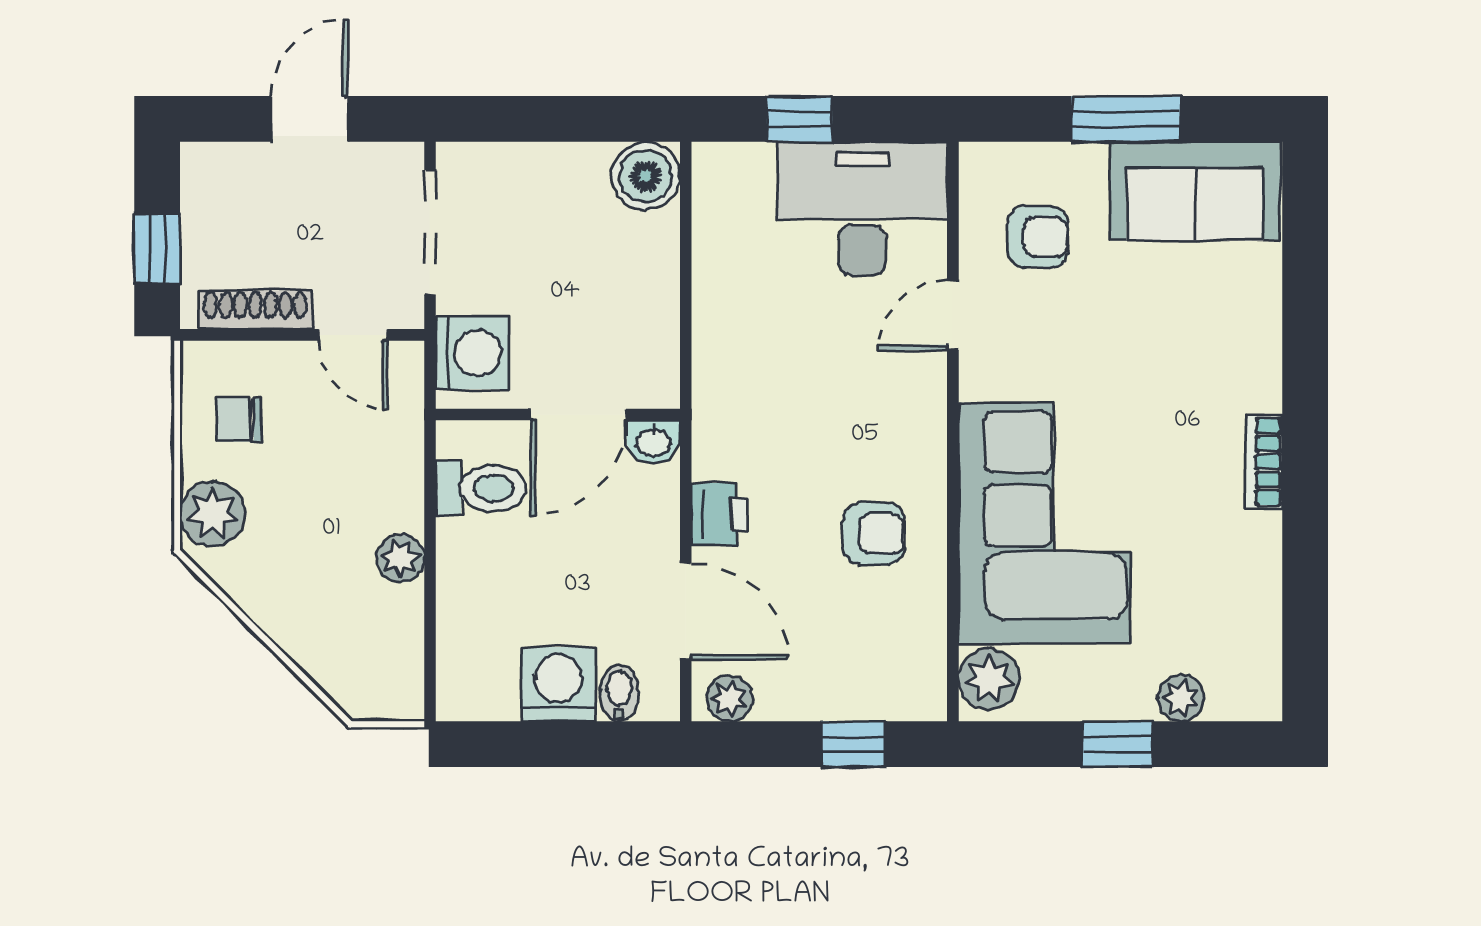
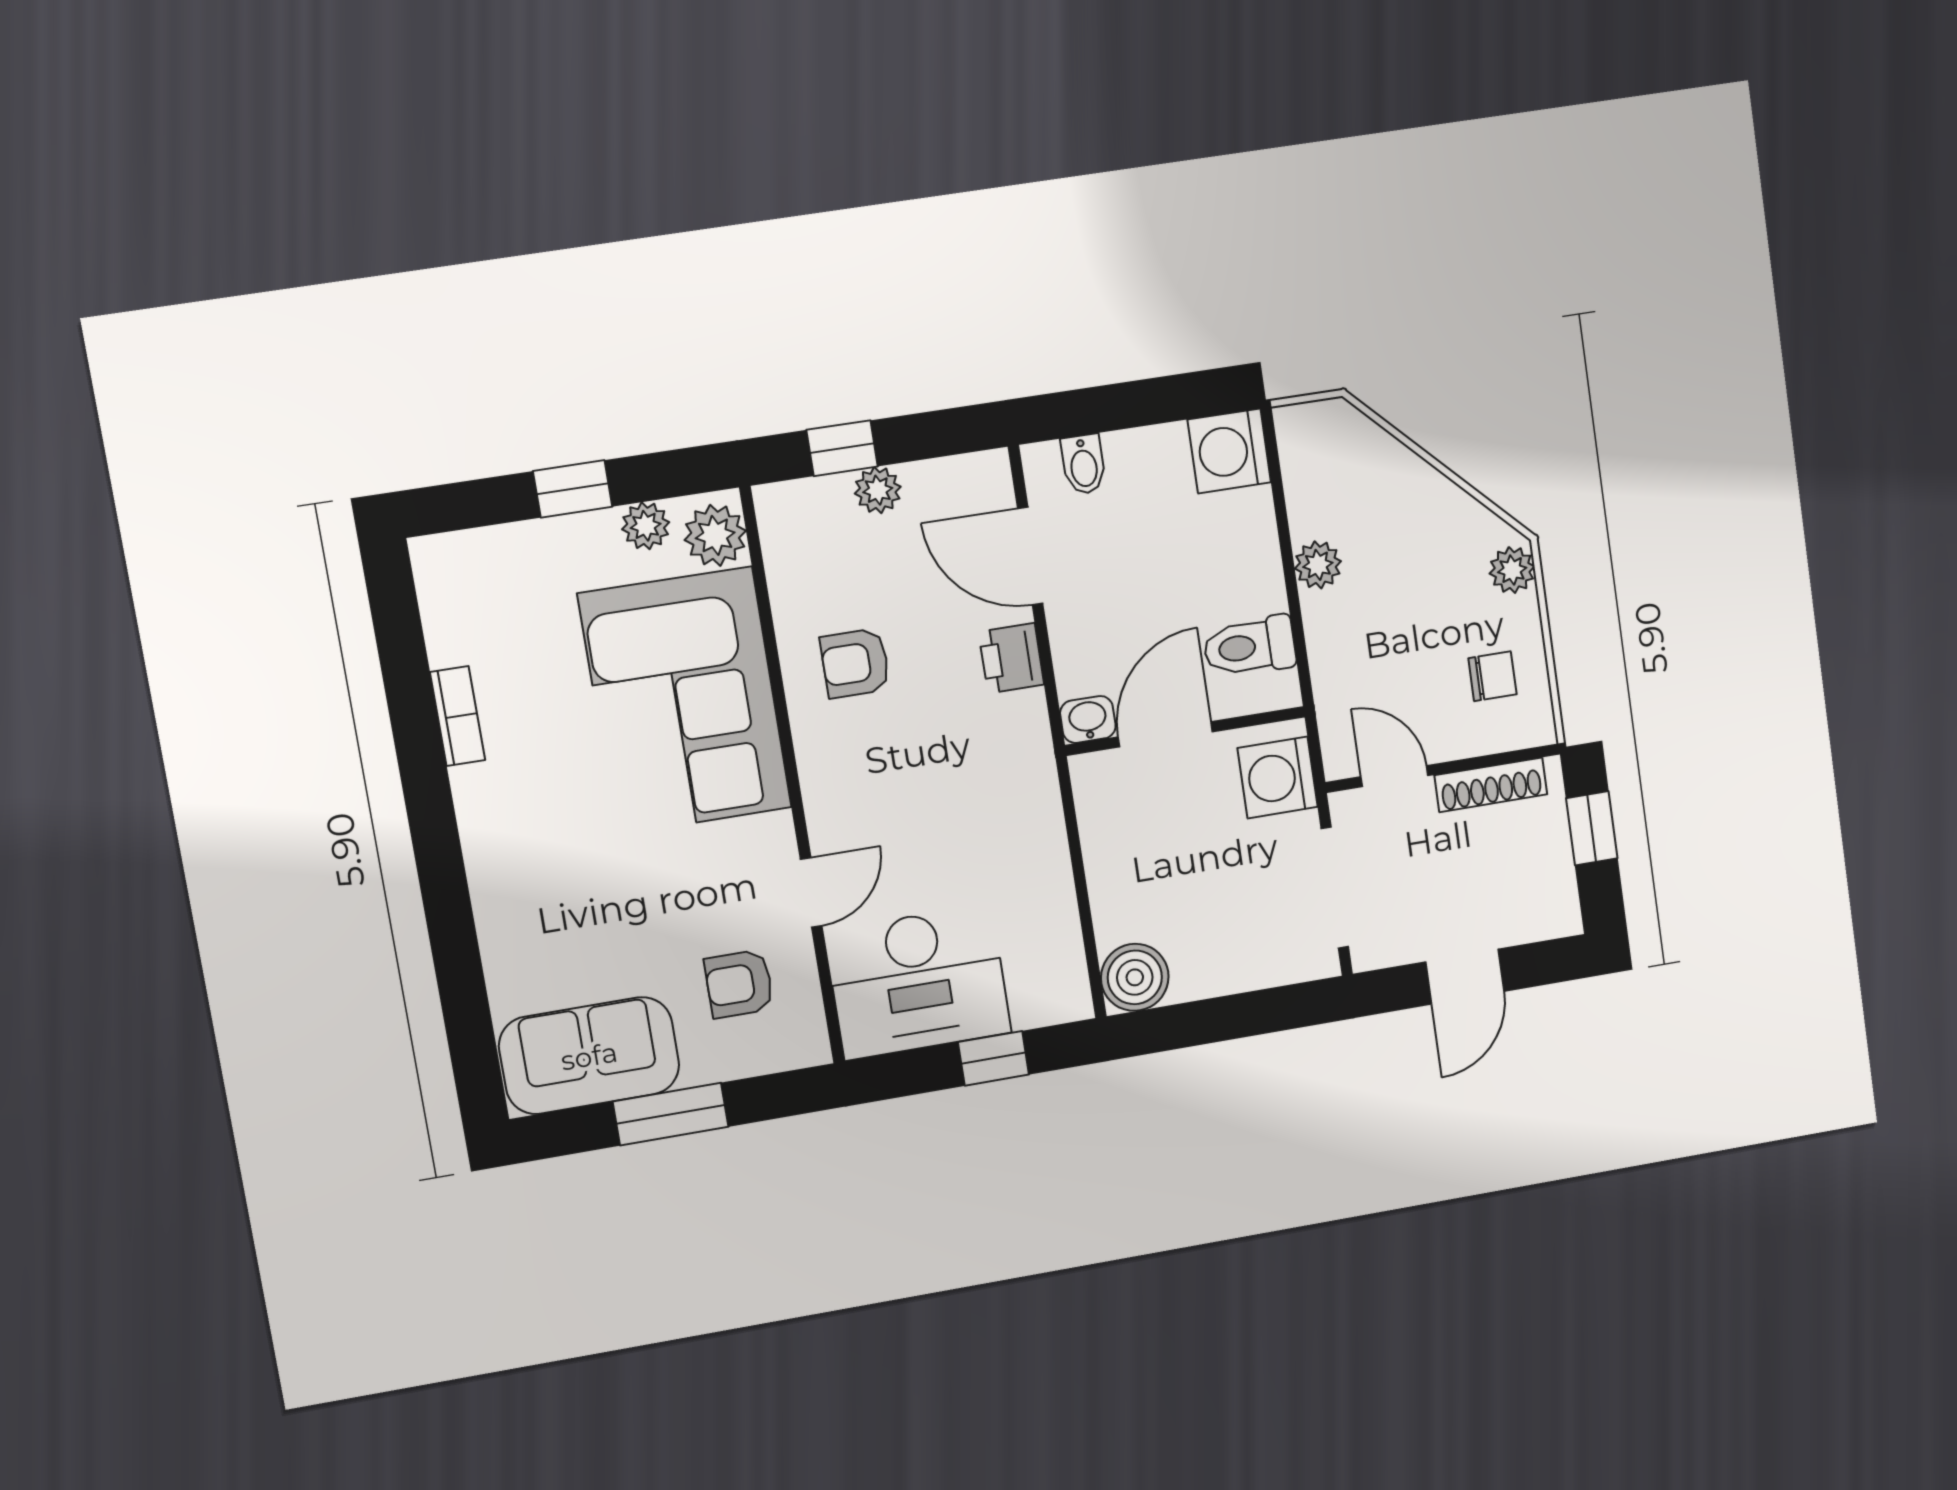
bookcase: (1264, 462) -> (458, 716), moved
plant: (213, 514) -> (1512, 570), width x0.73, depth x0.73
washing machine: (558, 684) -> (1229, 451), moved, turned 90
plant: (729, 698) -> (878, 490), moved
plant: (1181, 698) -> (646, 526), moved

